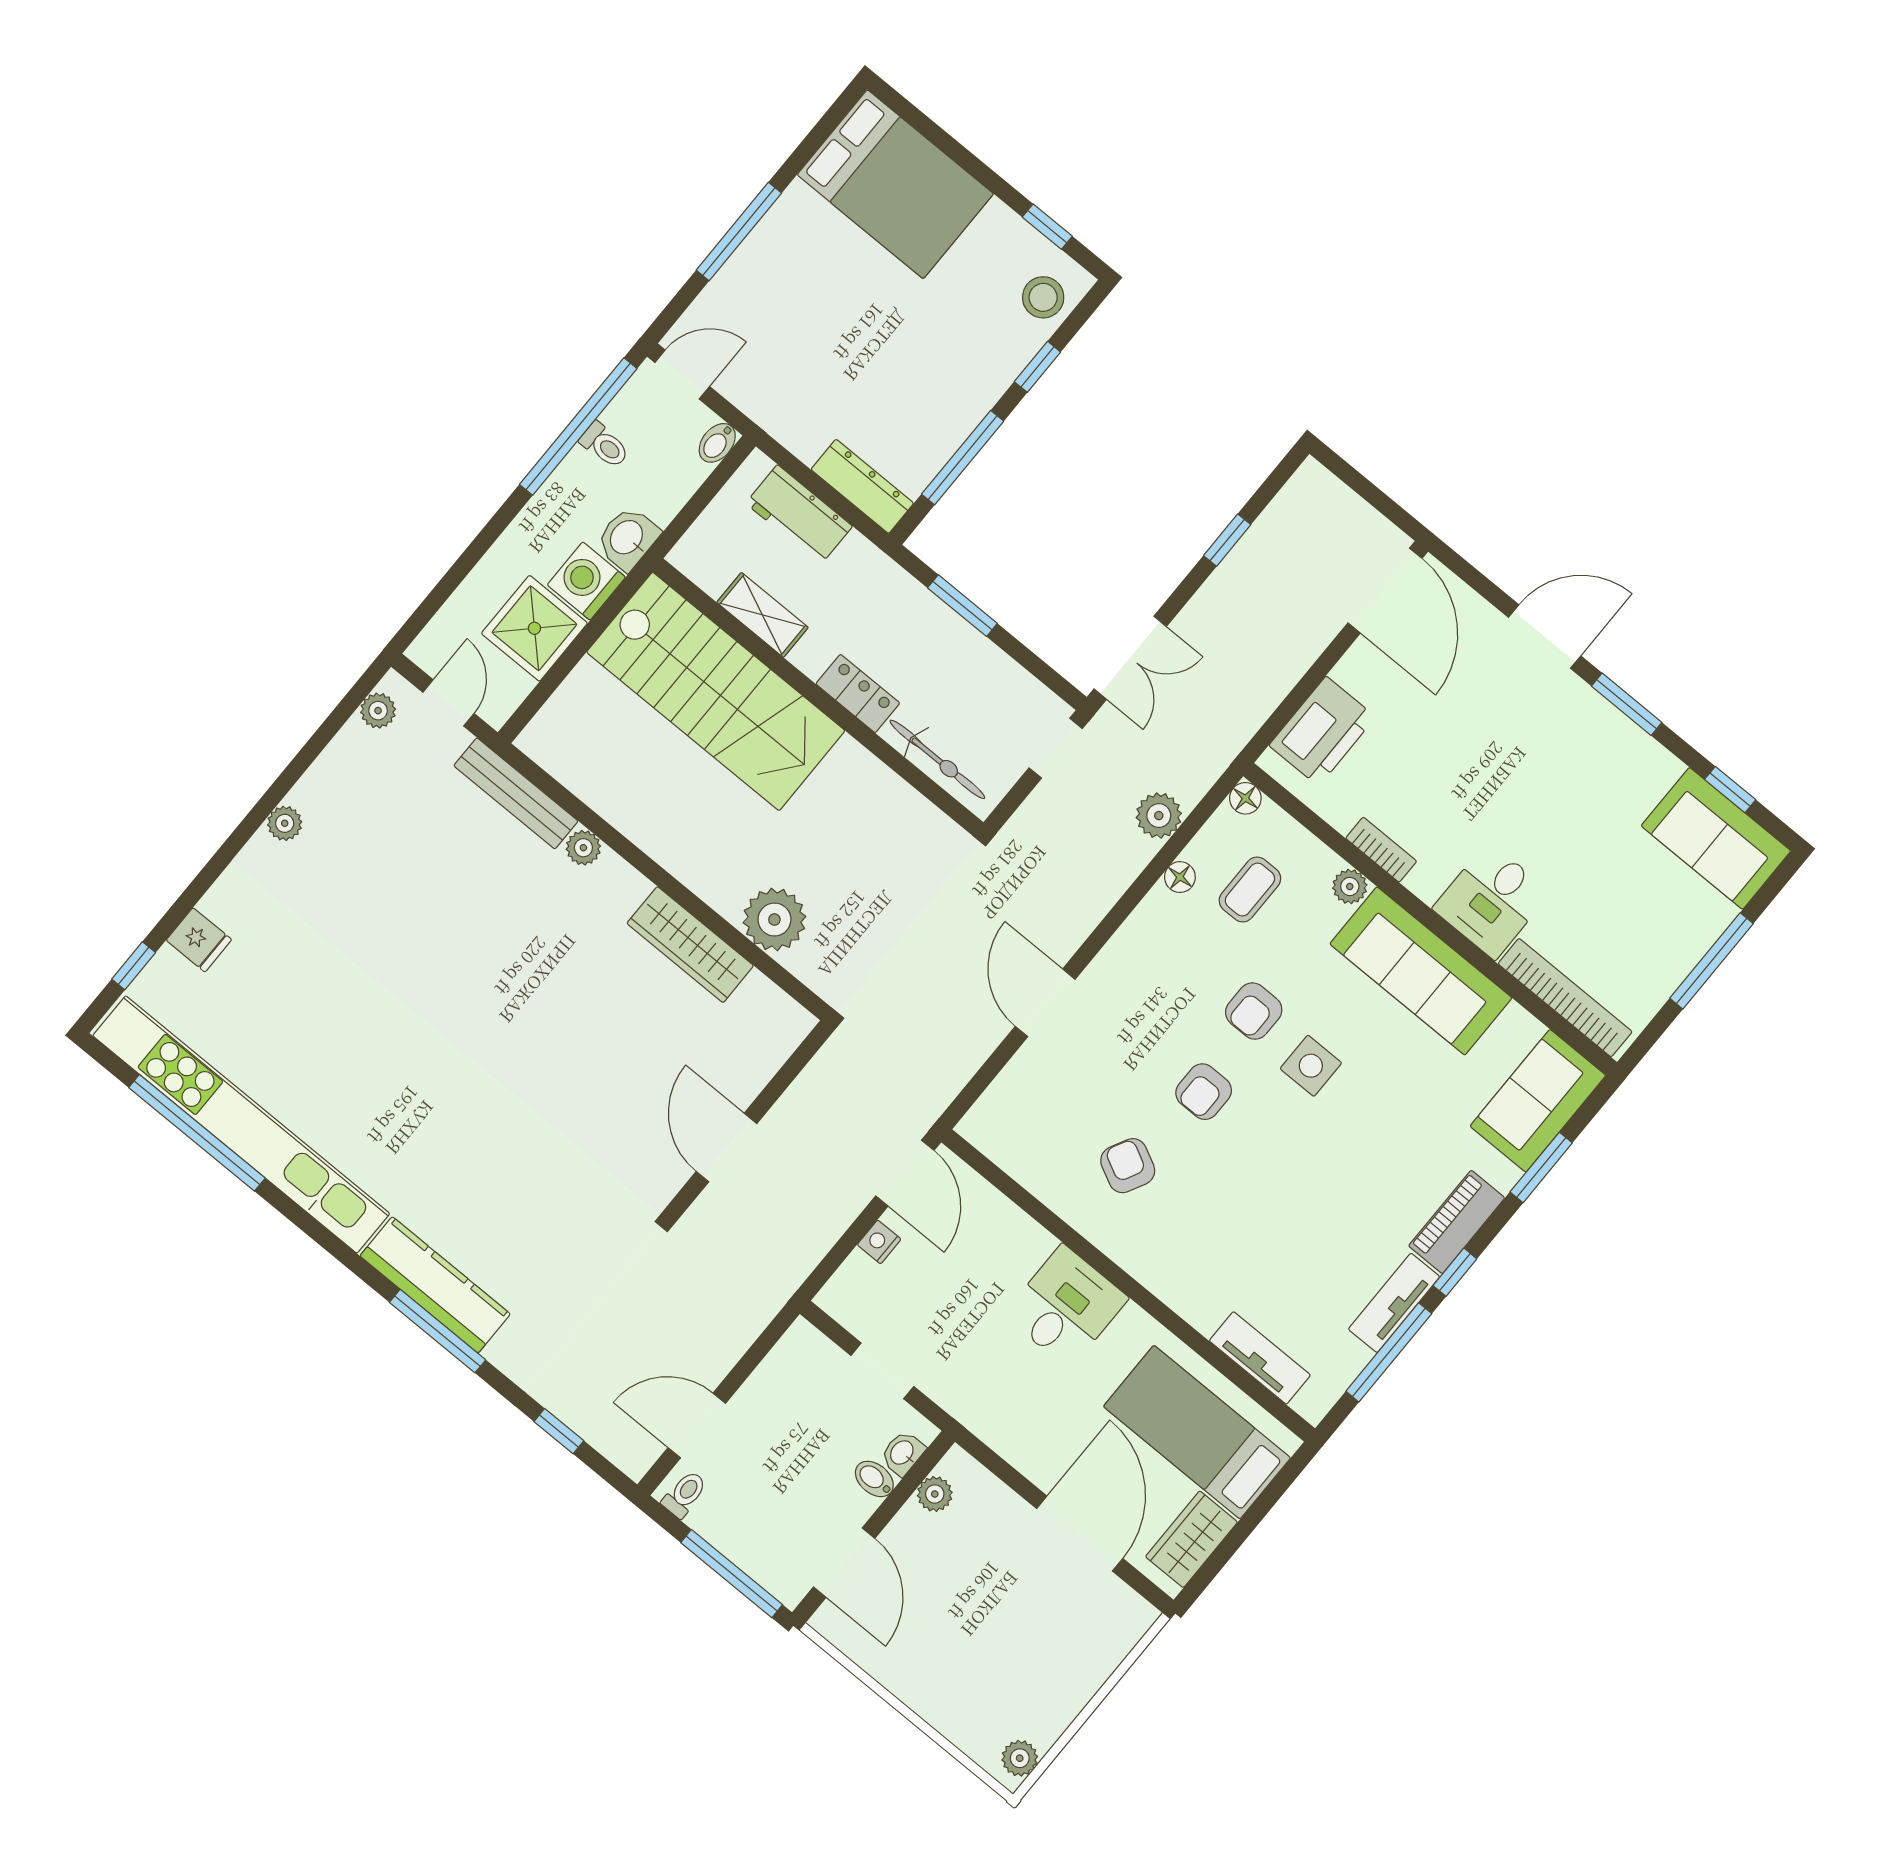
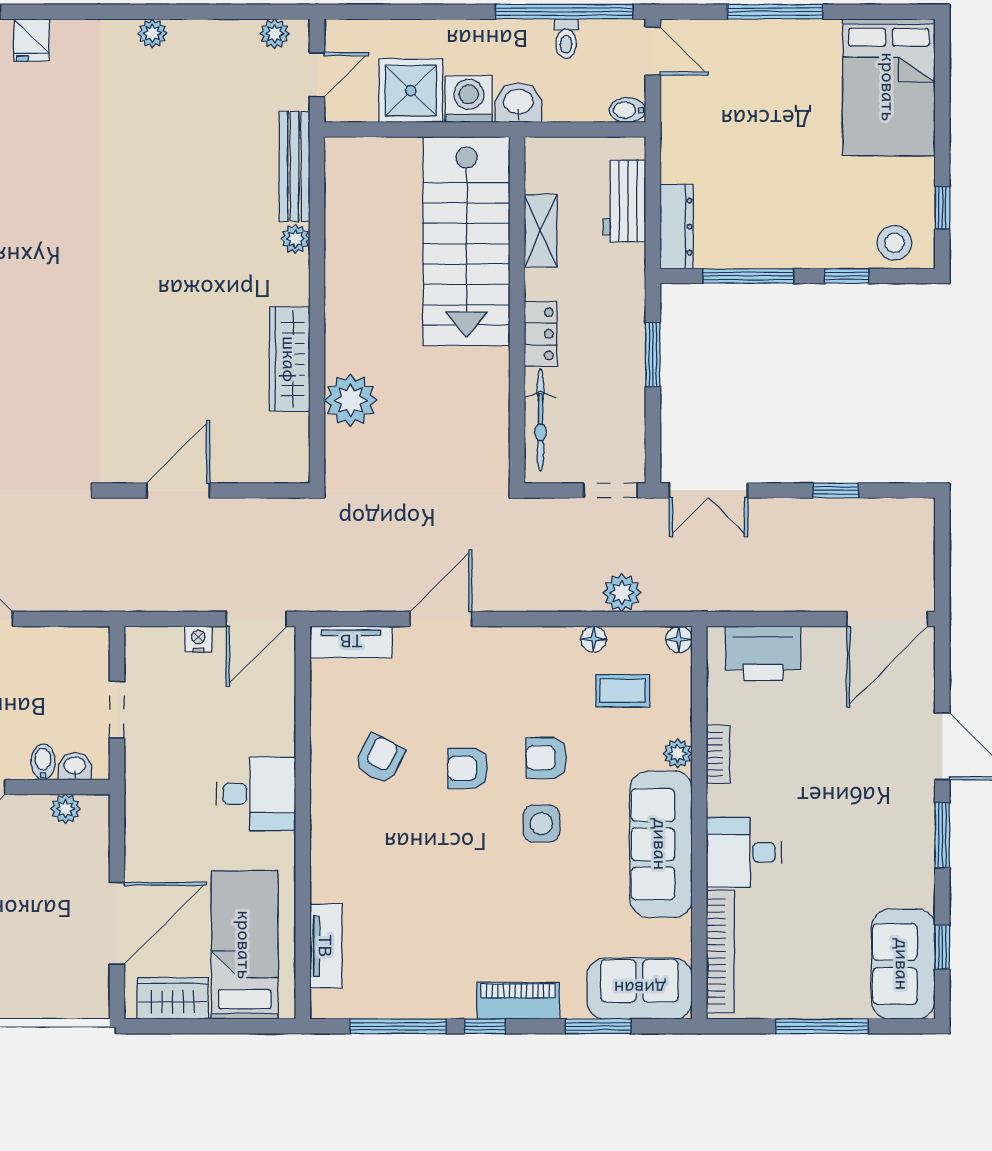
tv unit: (1394, 1303) -> (351, 642), moved, turned 180

